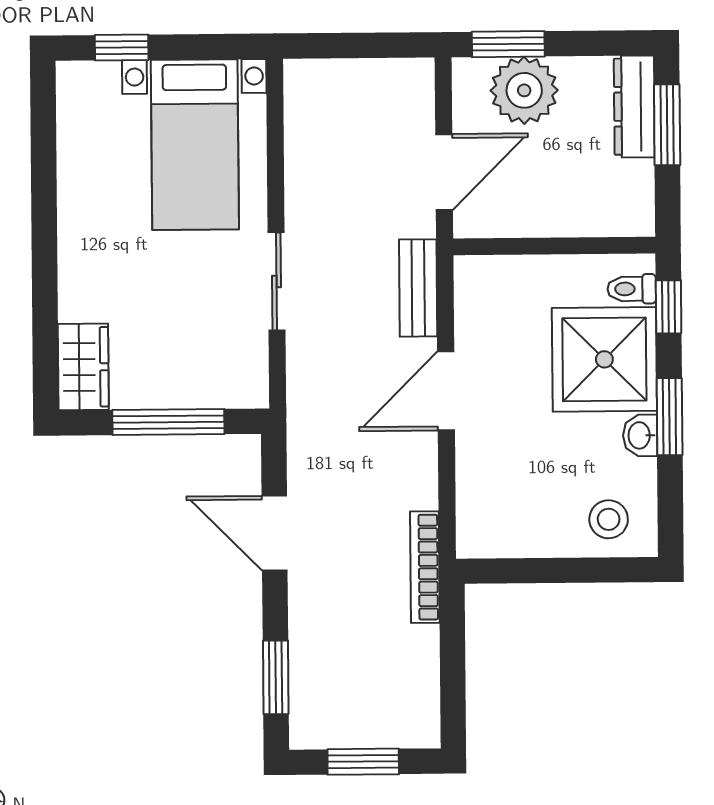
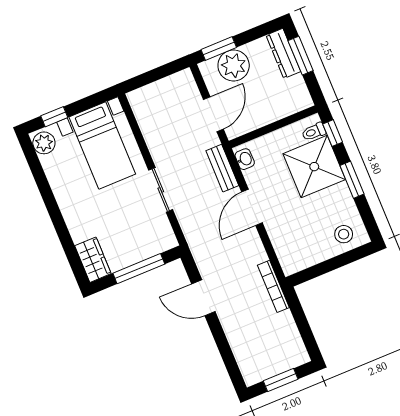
plant: (80, 92) -> (44, 143), added
washbasin: (640, 435) -> (245, 159), moved, turned 180
window: (276, 677) -> (229, 359), removed

